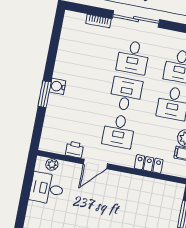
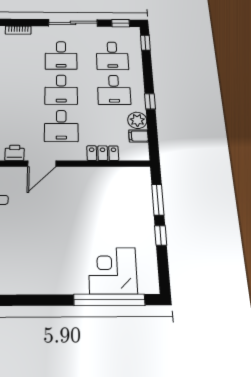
sliding door: (136, 19) -> (73, 23), moved
desk: (126, 94) -> (61, 90), turned 180

